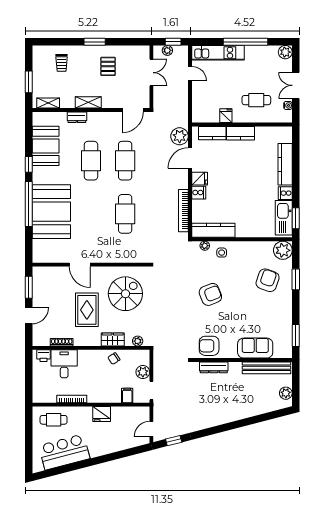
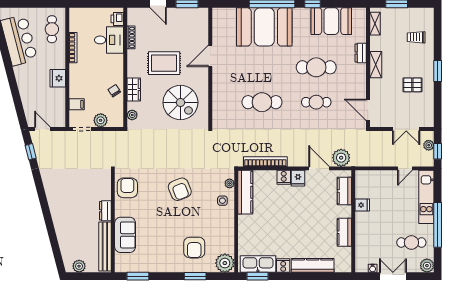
cafe table: (256, 100) -> (411, 242), moved, turned 90
kitchen counter: (241, 133) -> (344, 232), moved
cafe table: (125, 161) -> (316, 102), width x0.73, depth x0.74
armchair: (268, 280) -> (194, 248), turned 71
dresser: (214, 367) -> (105, 211), moved, width x0.70

